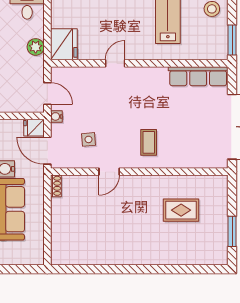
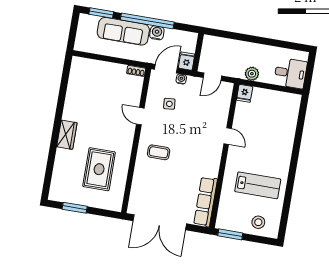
fridge: (64, 44) -> (245, 93), width x0.53, depth x0.75
water cooler: (56, 116) -> (181, 79), moved
rug: (181, 210) -> (99, 169), width x1.36, depth x1.43
wardrobe: (146, 256) -> (67, 135), added

